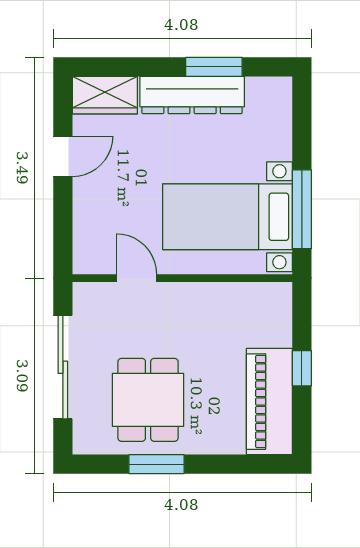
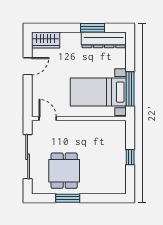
dresser: (192, 95) -> (104, 40), moved
door: (136, 278) -> (48, 118), moved
piano: (269, 402) -> (116, 171), removed

